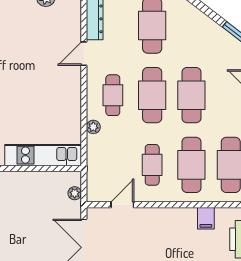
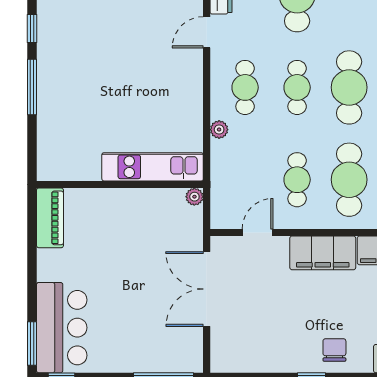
cafe table: (152, 95) -> (297, 87), width x0.73, depth x0.74
plant: (75, 193) -> (194, 197), moved
filing cabinet: (172, 220) -> (323, 253), added

